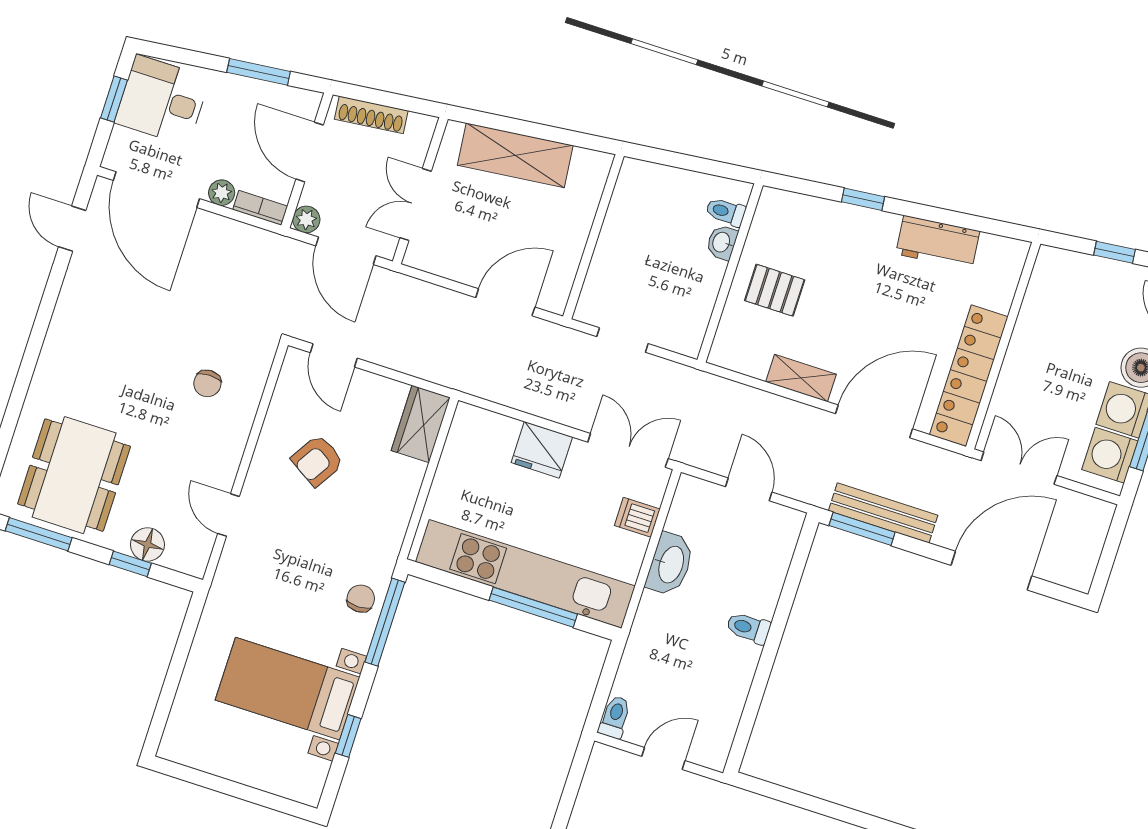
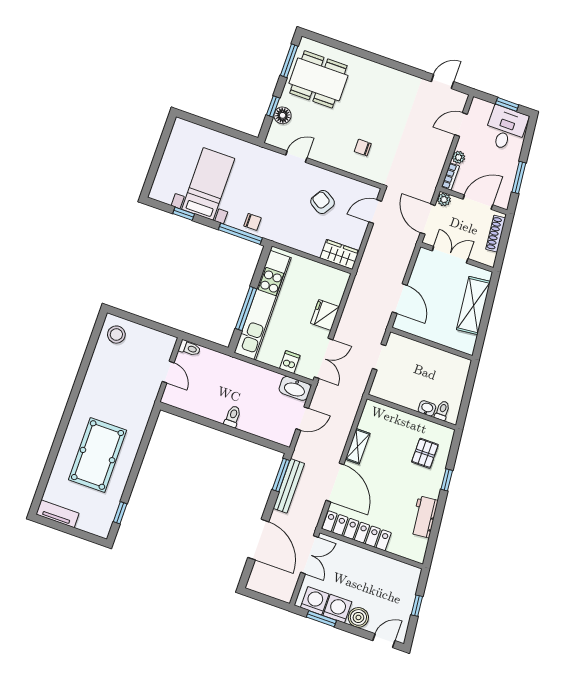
door: (156, 190) -> (461, 125), width x0.53
door: (346, 251) -> (428, 219), hinge flipped
pallet: (775, 290) -> (425, 453), moved
washbasin: (670, 564) -> (295, 388), moved

